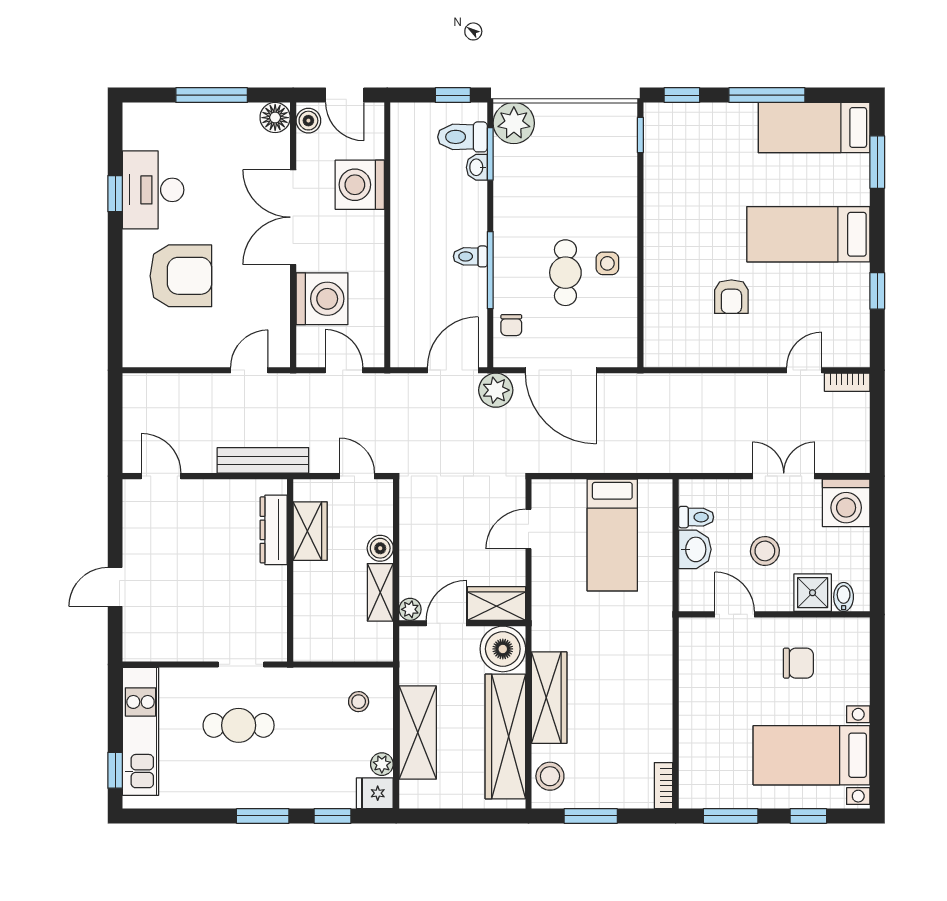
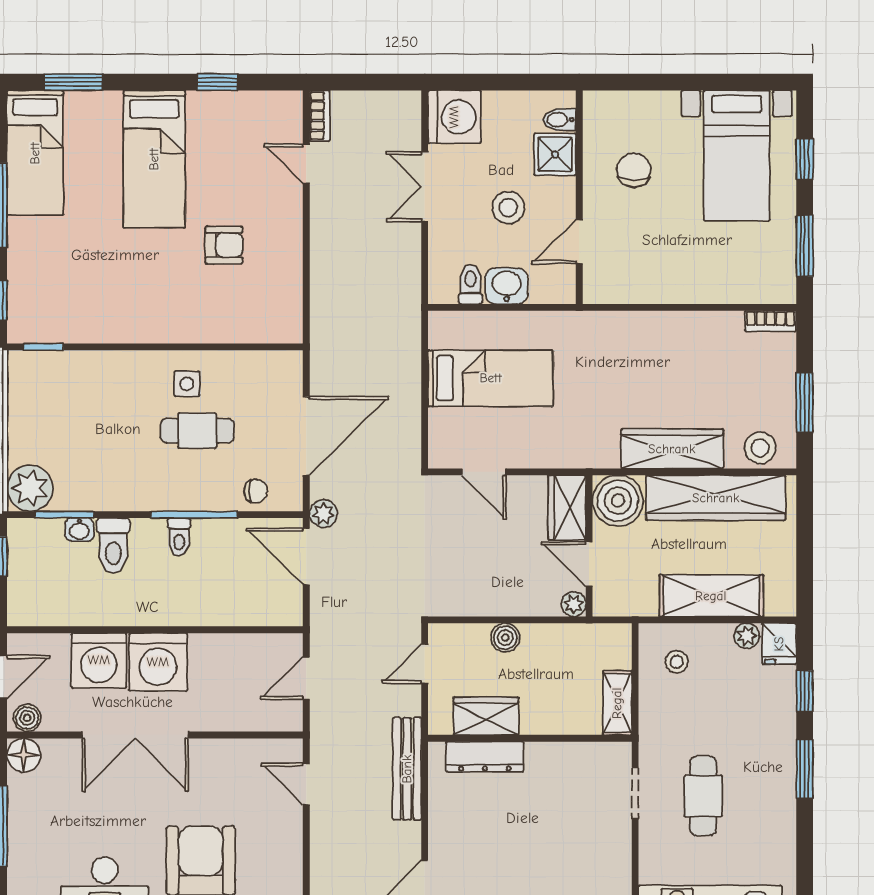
toilet: (463, 137) -> (113, 546), moved
washing machine: (322, 299) -> (158, 662), moved, turned 180
plant: (496, 390) -> (323, 514), width x0.73, depth x0.73
shelving: (380, 592) -> (617, 703), moved, turned 90

